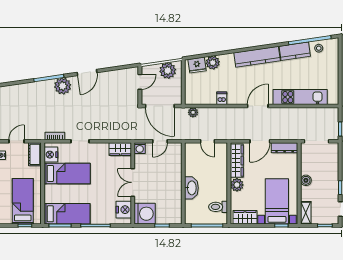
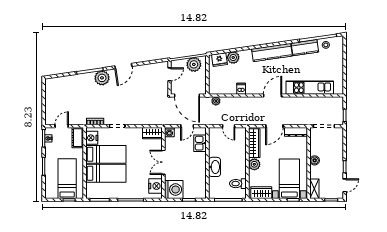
kitchen sink: (175, 161) -> (200, 143), added
bed: (67, 214) -> (106, 173), moved

